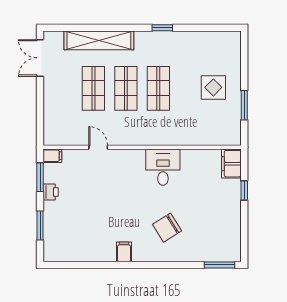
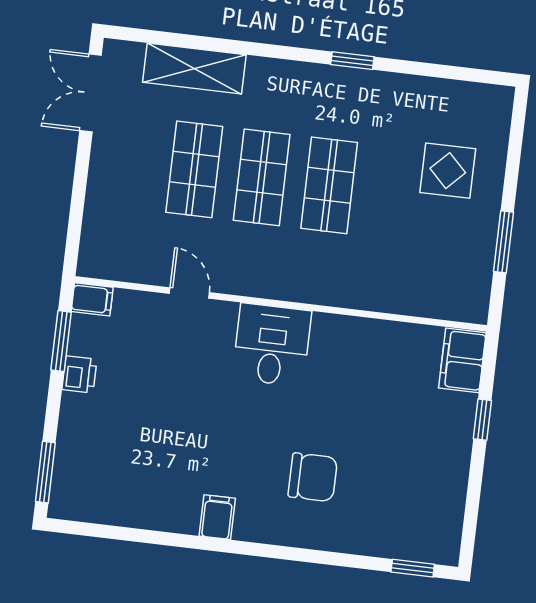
shelving: (99, 40) -> (194, 68), width x0.68
display table: (213, 87) -> (448, 171), moved
desk: (163, 167) -> (272, 345), moved
window: (40, 226) -> (45, 472), moved
chair: (167, 228) -> (313, 477), turned -148
window: (220, 265) -> (413, 568), width x0.67

